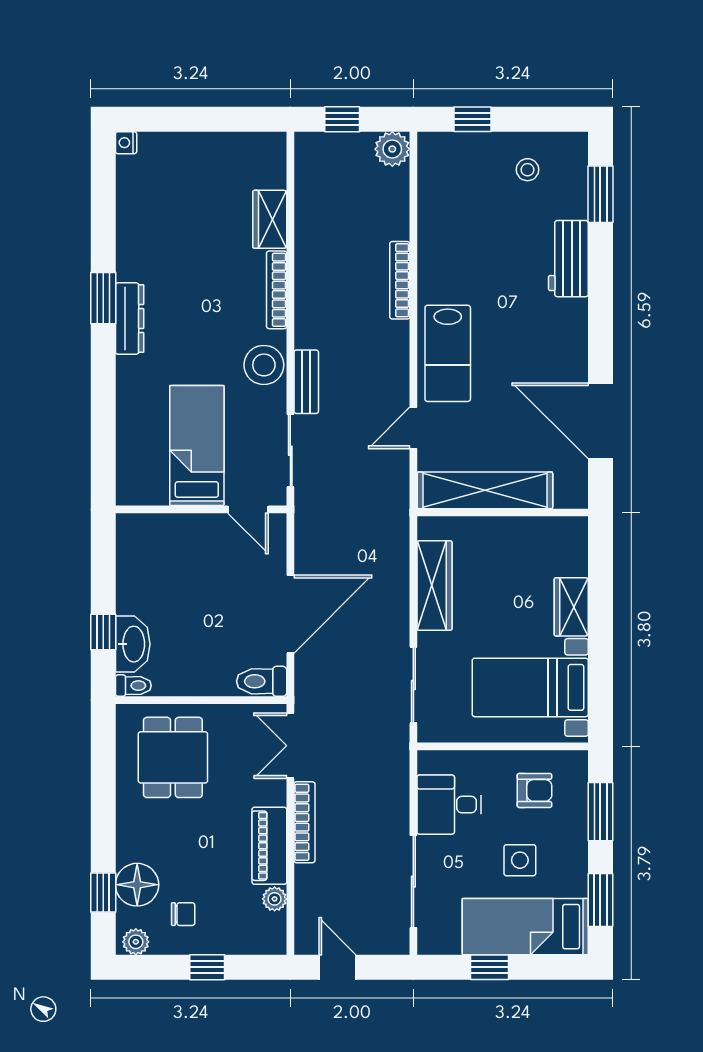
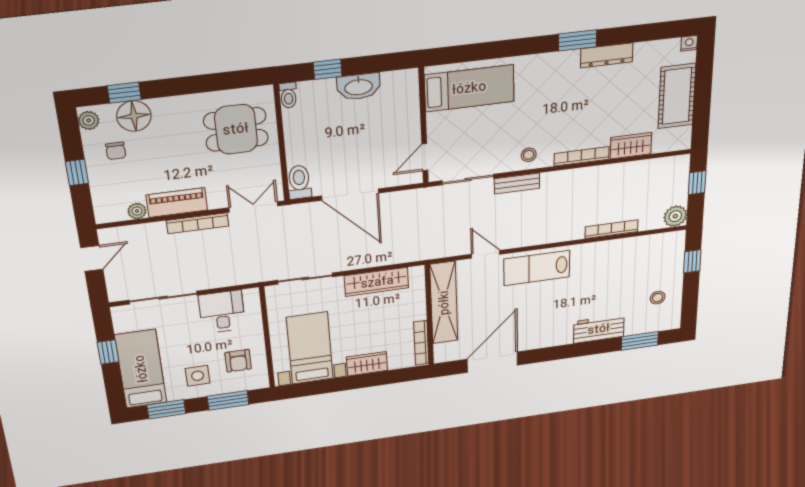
cot: (202, 156) -> (677, 96), added
bookcase: (400, 280) -> (611, 229), moved
dresser: (130, 319) -> (607, 55), moved
stool: (264, 365) -> (529, 155), width x0.53, depth x0.53
bed: (197, 446) -> (469, 88), moved
bookcase: (548, 526) -> (421, 343), added
washbasin: (133, 644) -> (359, 87), moved
side table: (520, 860) -> (198, 376), moved

